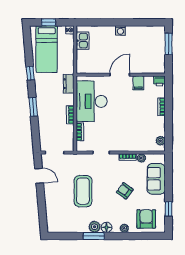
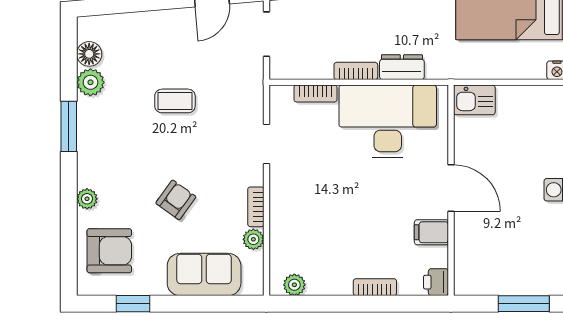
kitchen sink: (83, 41) -> (474, 100), moved
dresser: (69, 84) -> (402, 67), moved
coffee table: (83, 191) -> (175, 101), width x0.54, depth x0.58
plant: (95, 227) -> (90, 82), moved
floor lamp: (107, 227) -> (89, 54), moved

